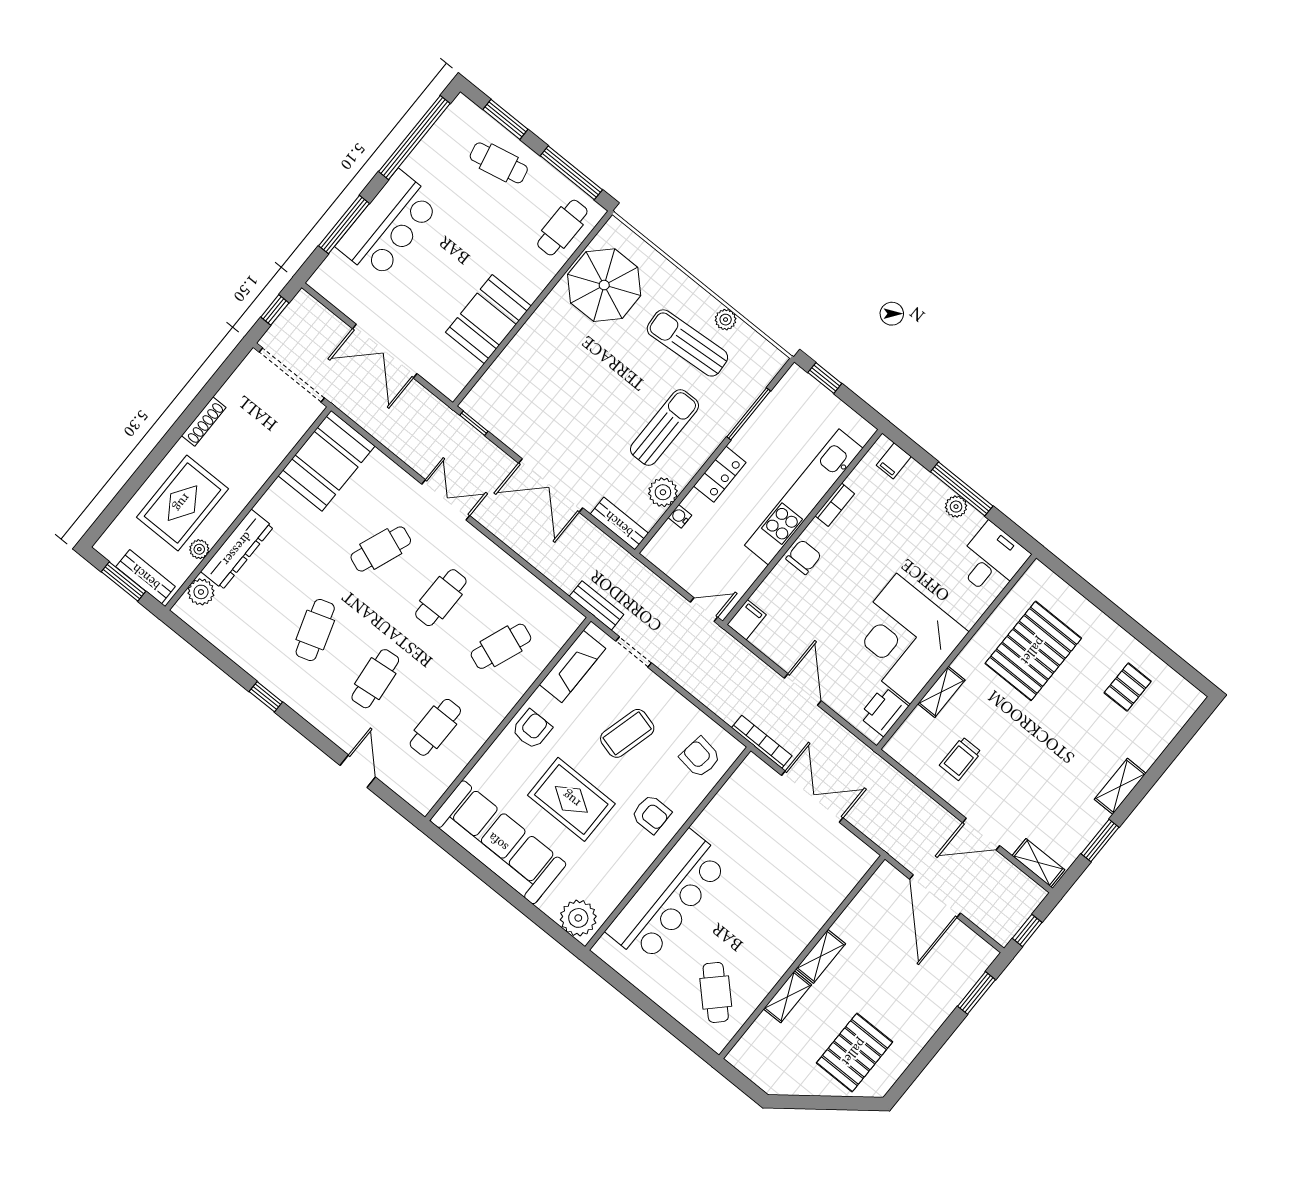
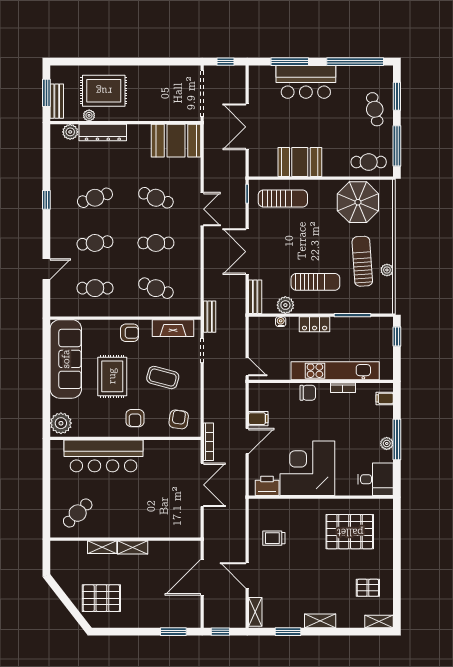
sun lounger: (519, 381) -> (283, 199), added
shoe rack: (204, 422) -> (149, 70), removed
filing cabinet: (747, 620) -> (258, 419), moved
shelving: (941, 692) -> (379, 622), moved

